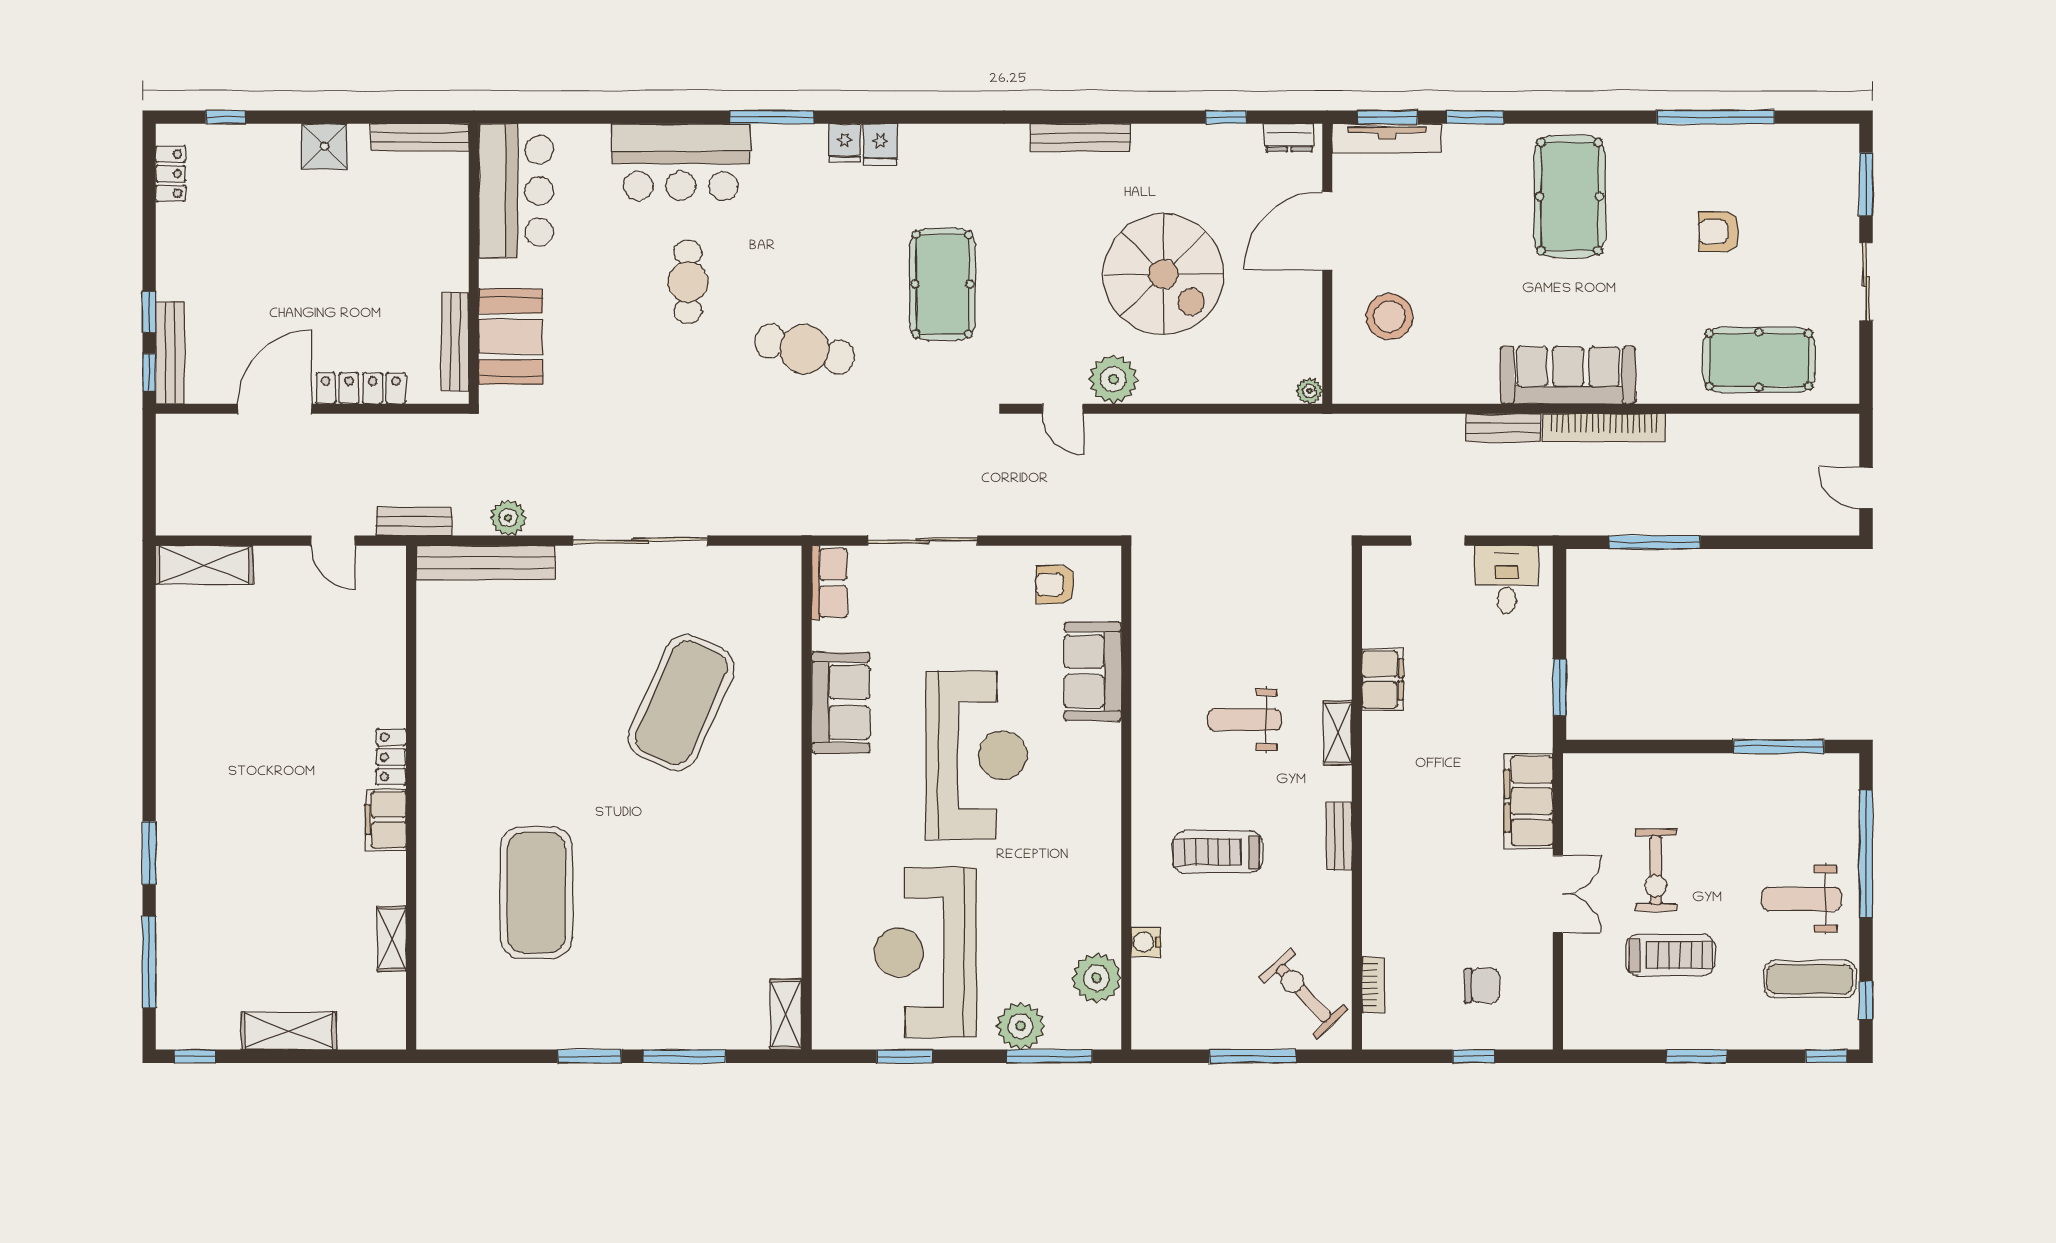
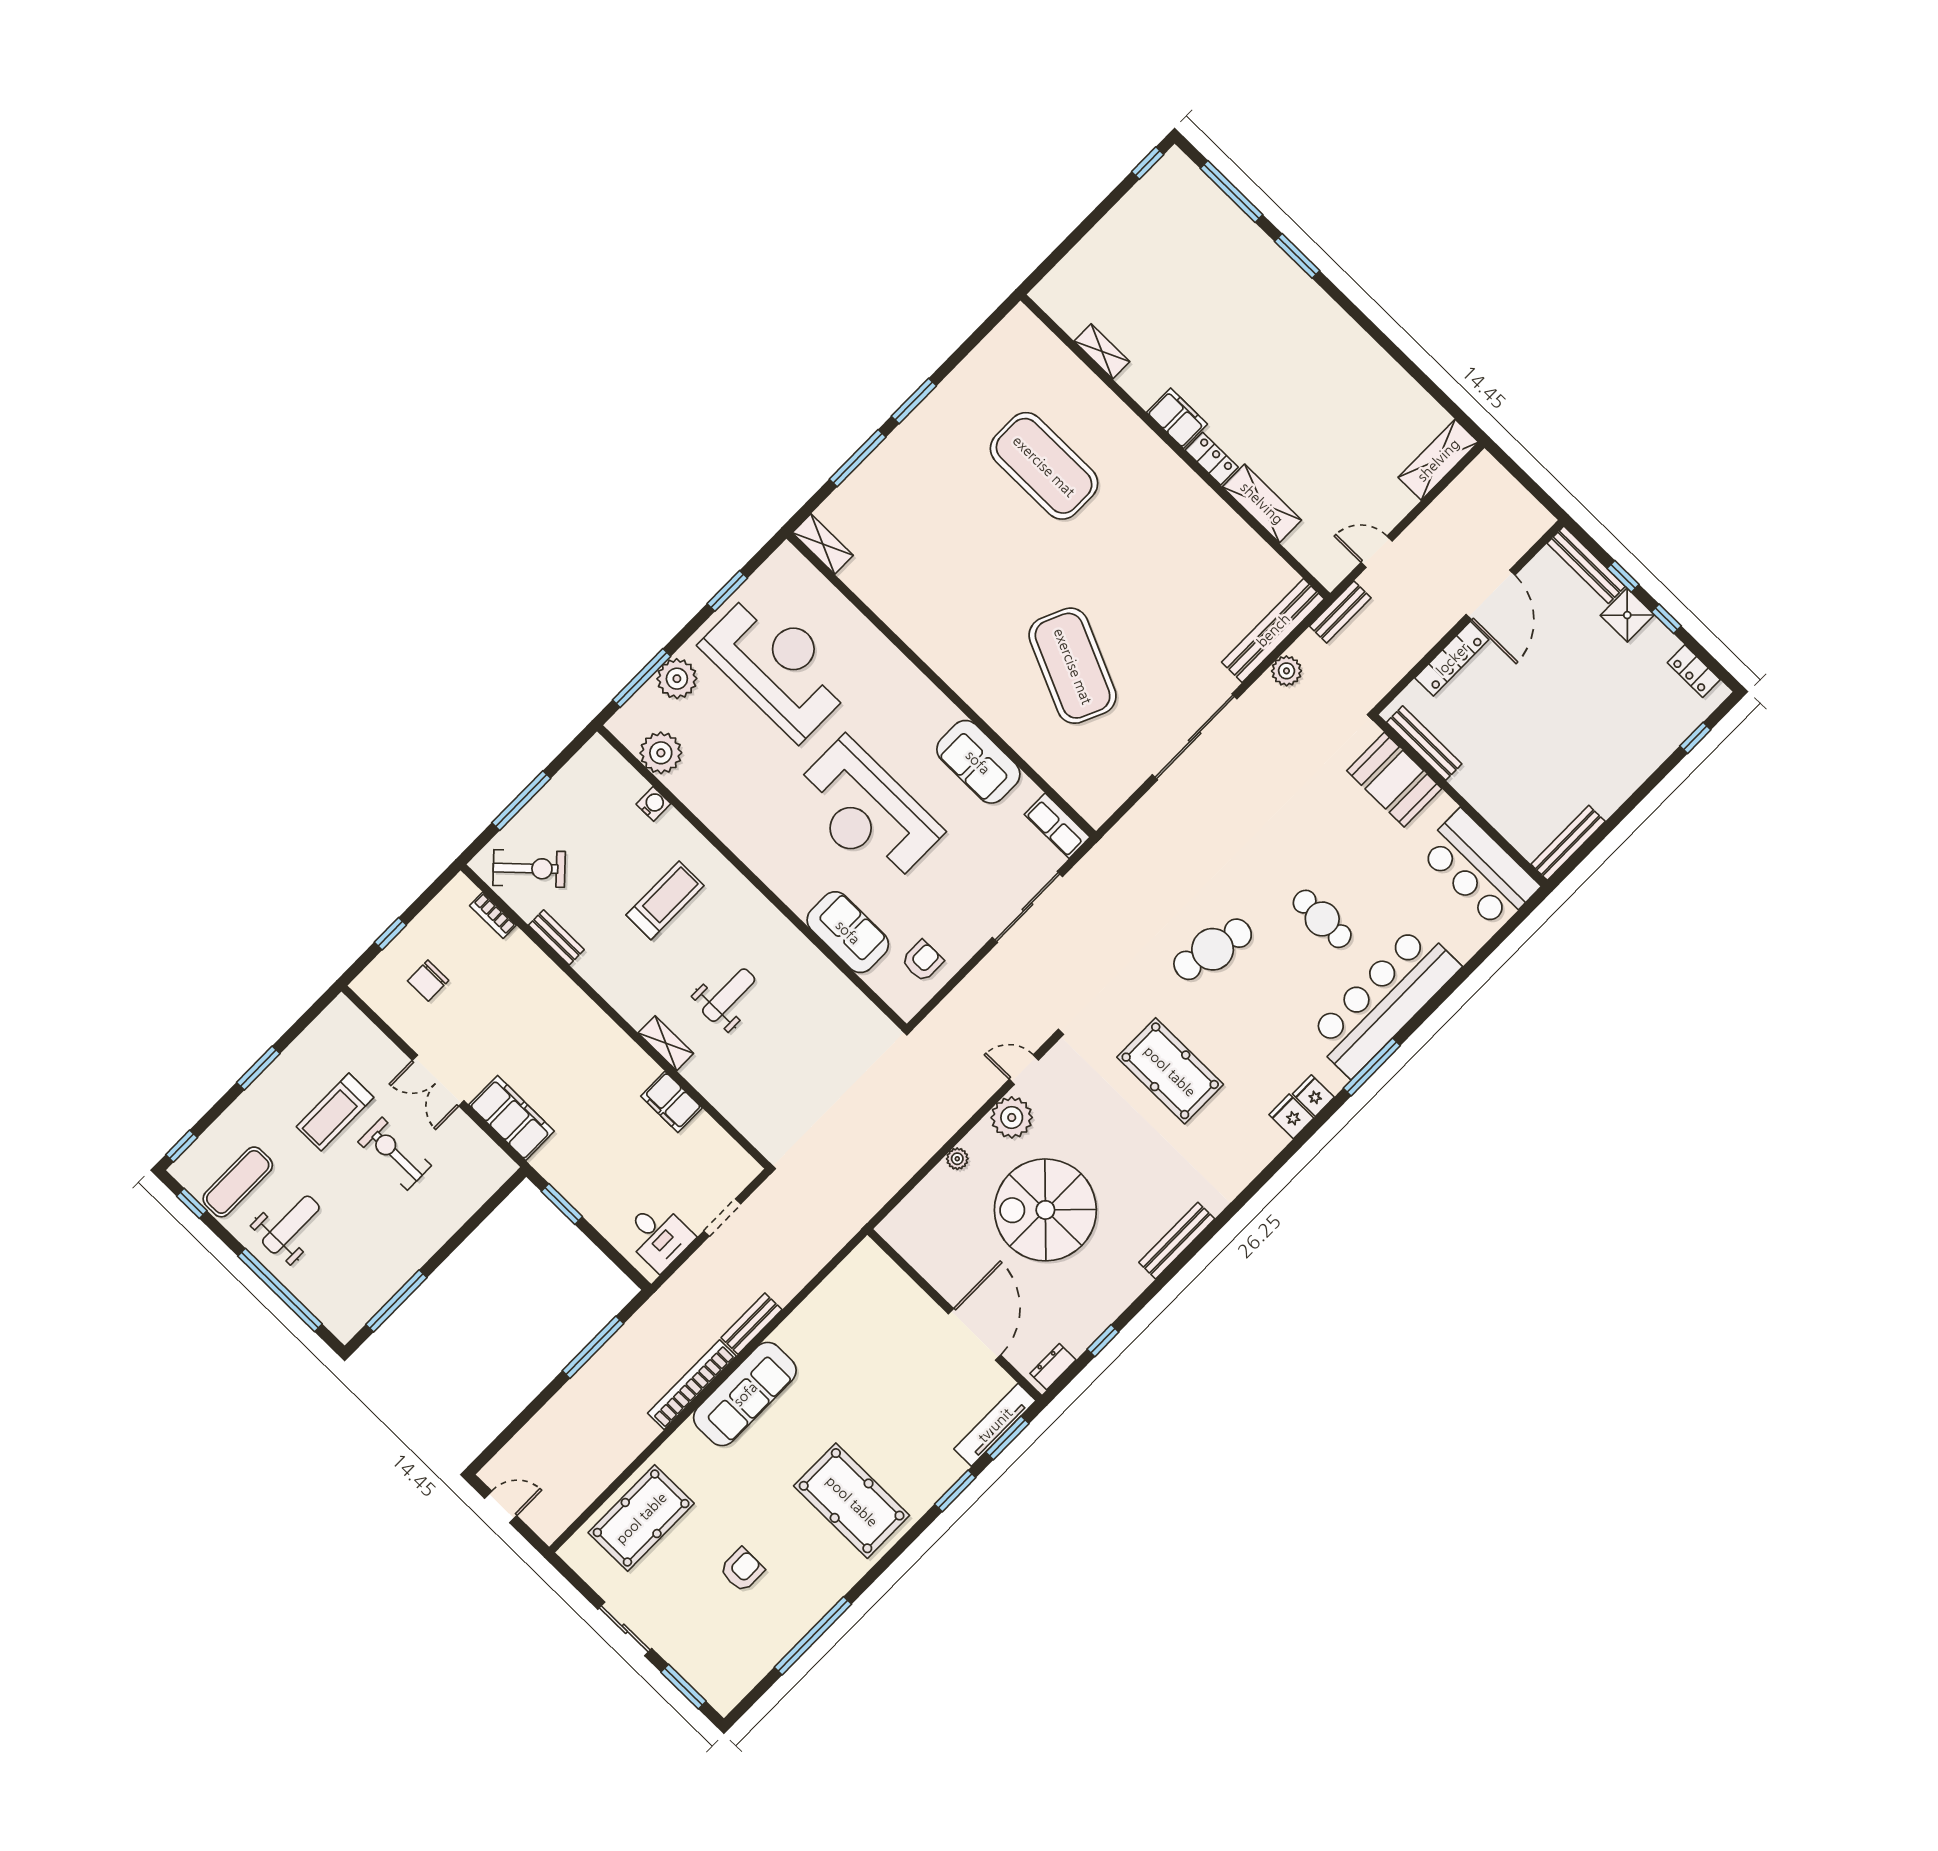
shower: (324, 146) -> (1627, 615), moved
bar counter: (681, 162) -> (1384, 1001), width x1.36
stool: (1390, 317) -> (886, 1321), removed
window: (149, 372) -> (1666, 619), moved
plant: (1309, 391) -> (957, 1159), moved
bench: (1339, 836) -> (556, 937), moved
shelving: (288, 1031) -> (1262, 503), moved, turned 90

